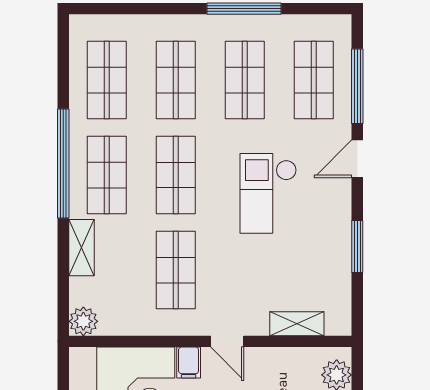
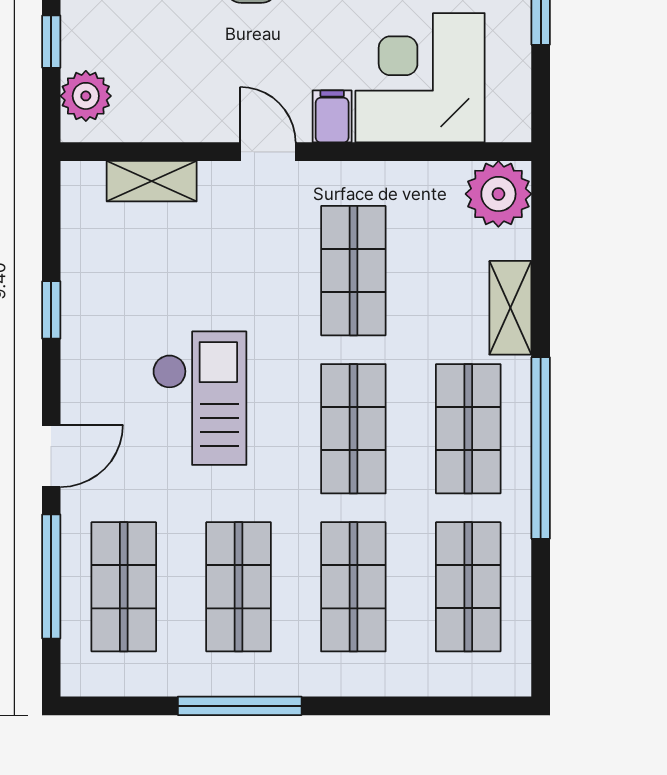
window: (357, 246) -> (51, 310), width x0.67
plant: (83, 321) -> (498, 194), width x1.36, depth x1.36

